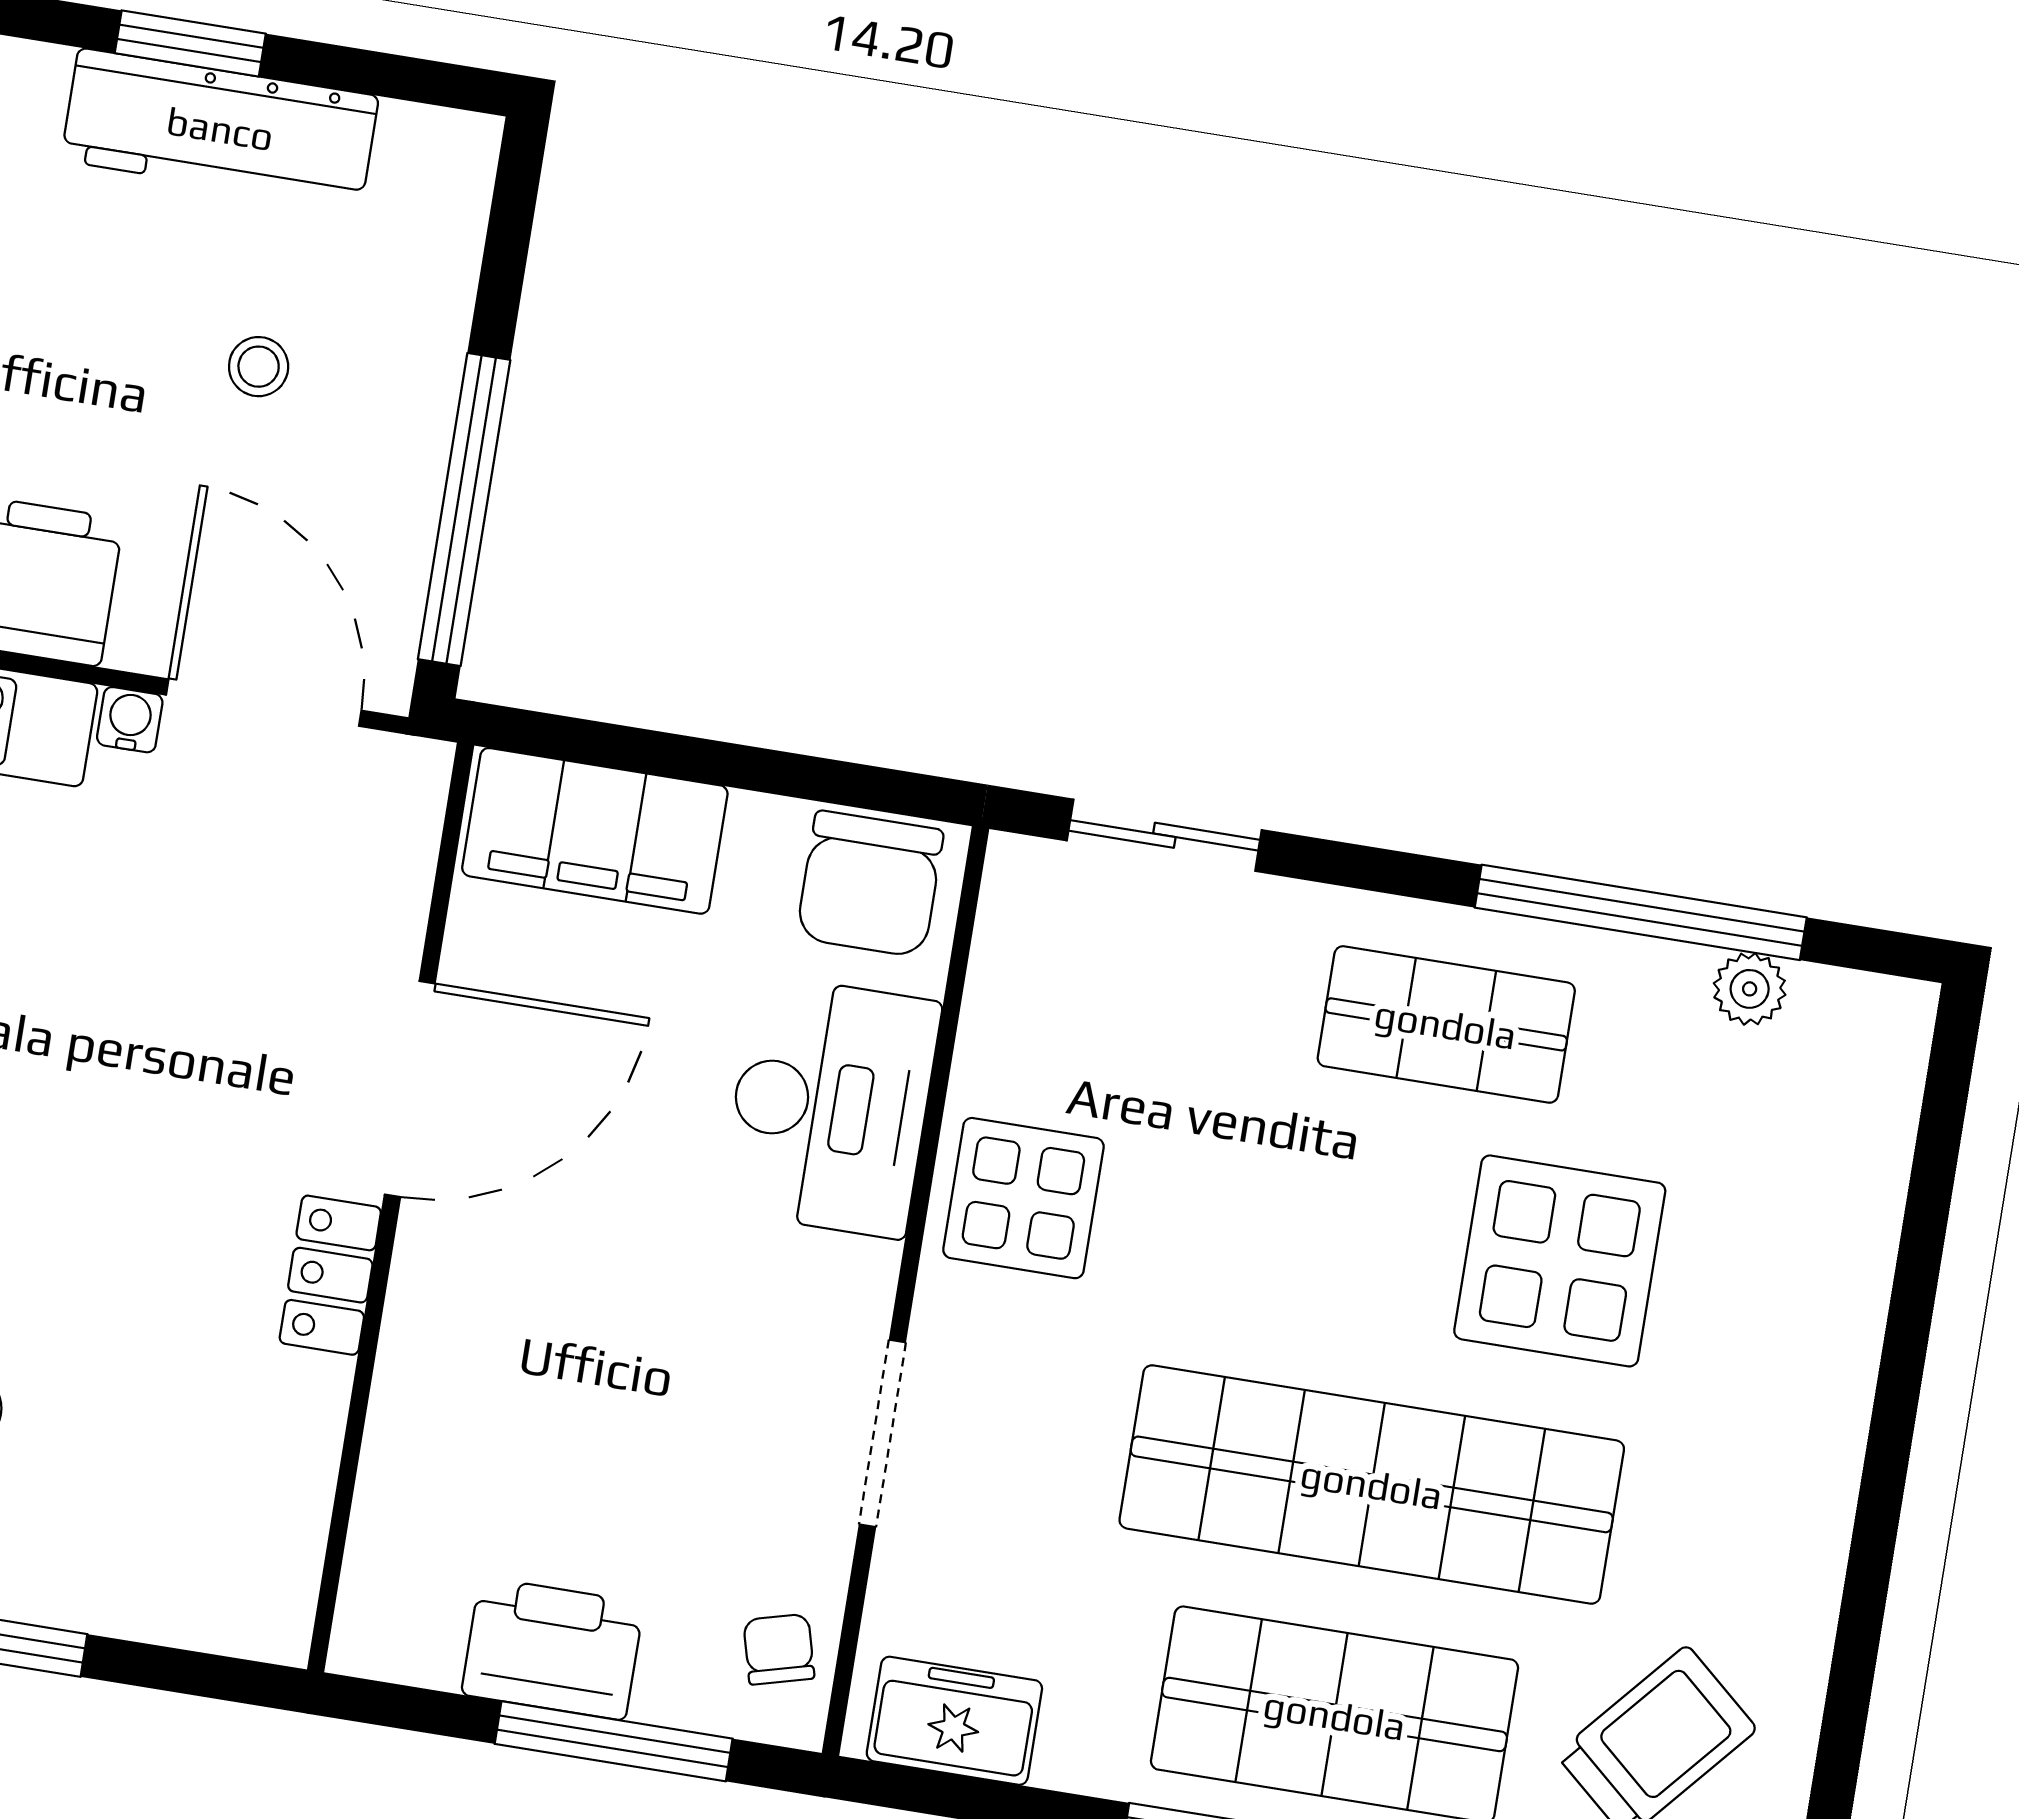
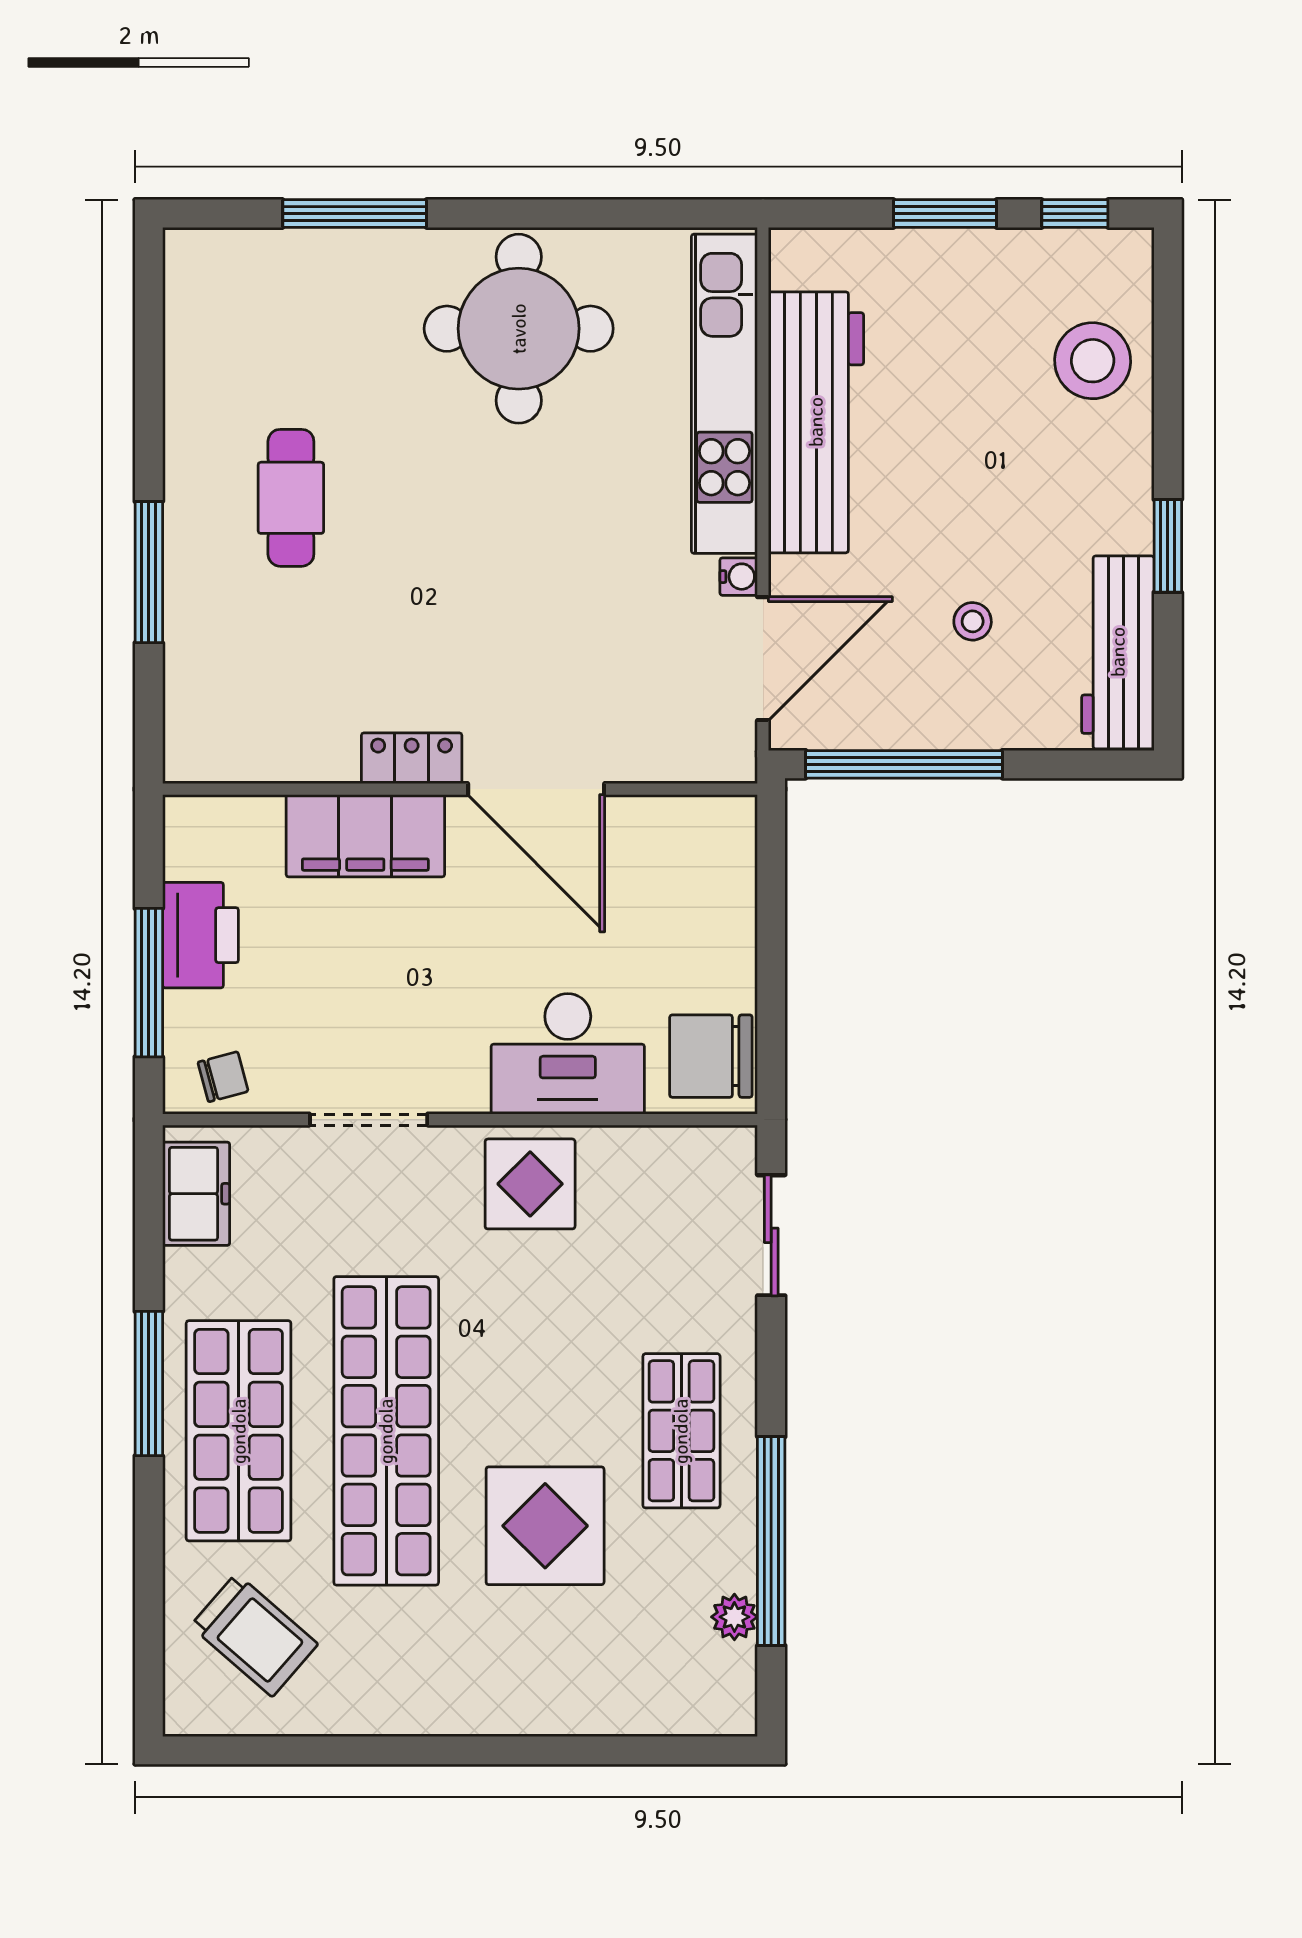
workbench: (220, 128) -> (1118, 652), moved
filing cabinet: (595, 831) -> (365, 836), moved, turned -90

